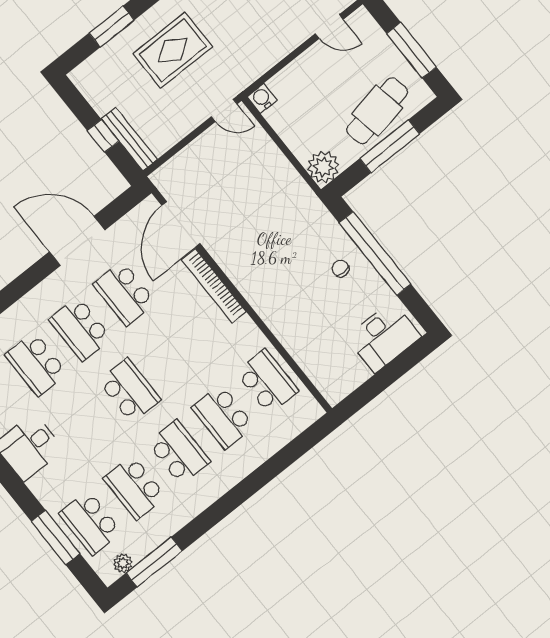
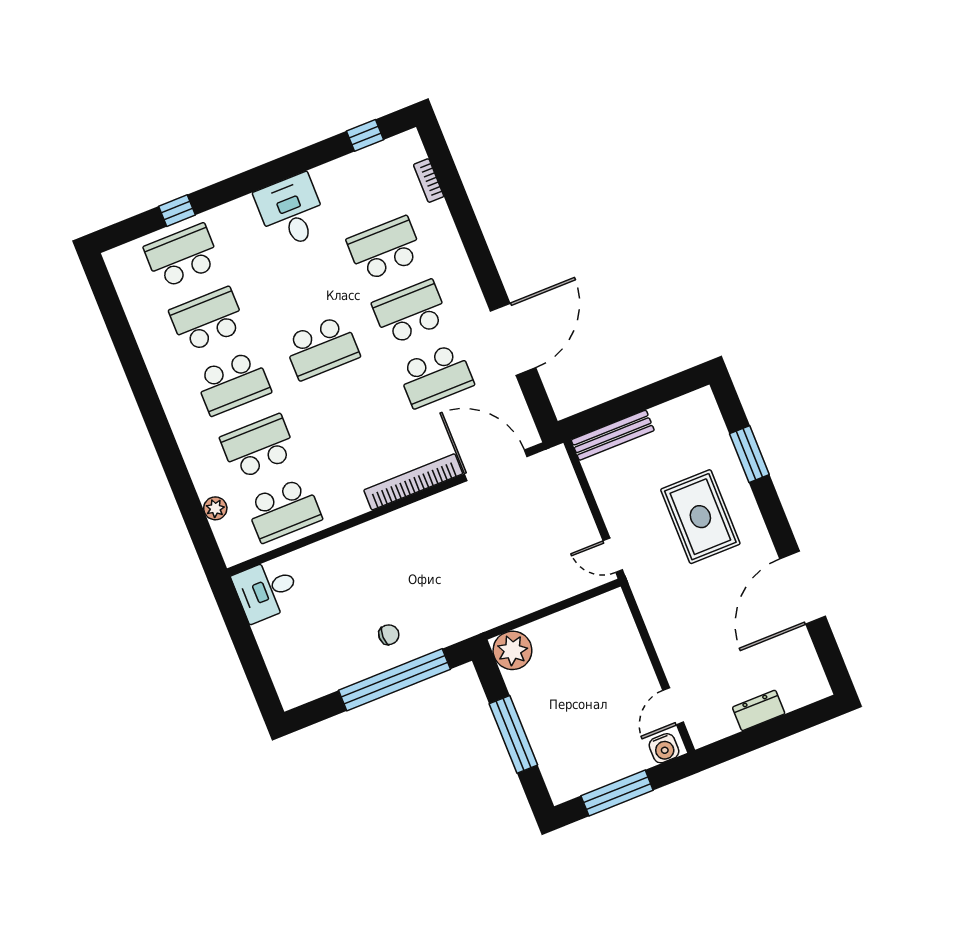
water cooler: (262, 98) -> (664, 748), moved, turned 90
door: (224, 110) -> (613, 555), hinge flipped
cafe table: (377, 111) -> (559, 732), removed
window: (103, 136) -> (626, 406), removed
school desk: (124, 293) -> (436, 376), turned 180
desk: (384, 337) -> (266, 590), moved, width x0.73
window: (56, 538) -> (177, 211), width x0.46
window: (154, 562) -> (114, 316), removed
plant: (123, 563) -> (215, 508), moved

